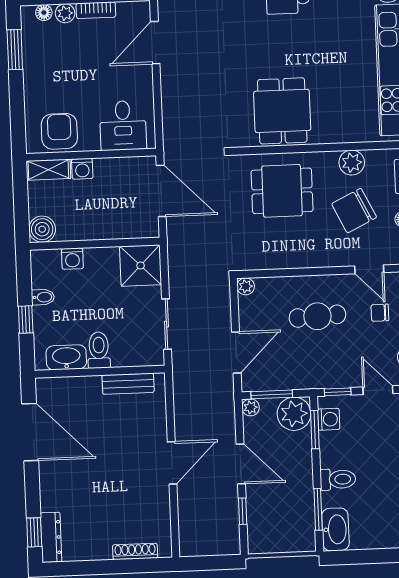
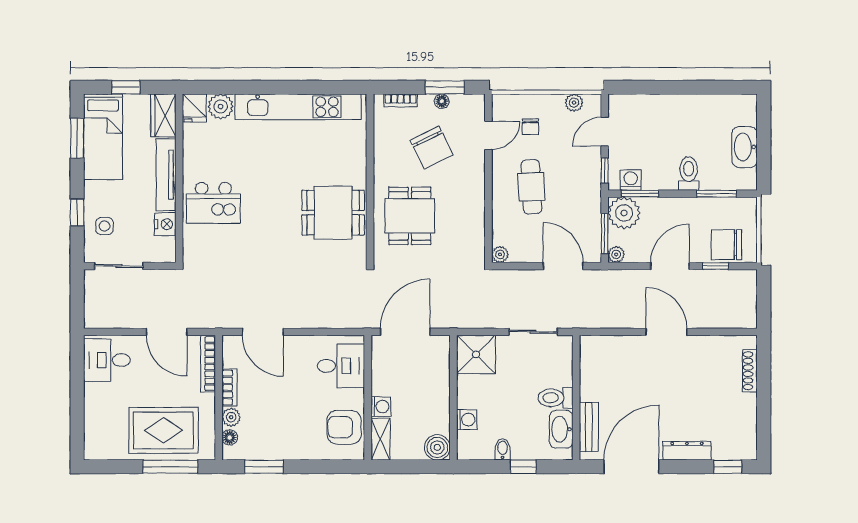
plant: (352, 163) -> (385, 148), removed
bench: (128, 384) -> (589, 427), moved
chair: (265, 522) -> (726, 245), added
washbasin: (335, 529) -> (745, 147), moved, turned -90
dresser: (51, 537) -> (687, 451), moved

